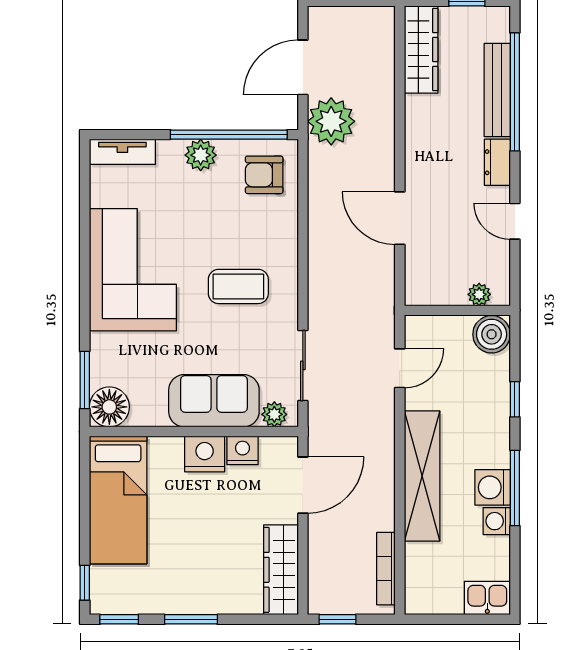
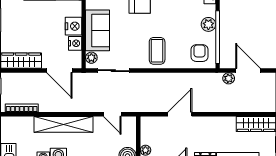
plant: (331, 121) -> (229, 78), width x0.53, depth x0.53
coffee table: (238, 286) -> (157, 51), moved

